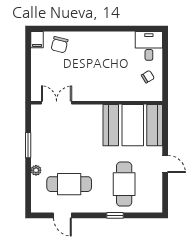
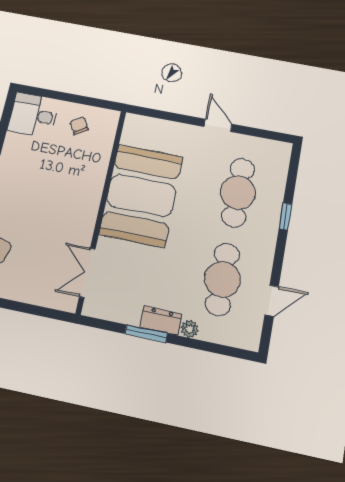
booth: (133, 125) -> (141, 195), moved
dresser: (37, 152) -> (161, 320), added
door: (165, 164) -> (218, 125), hinge flipped
cafe table: (124, 184) -> (238, 193), turned 90

